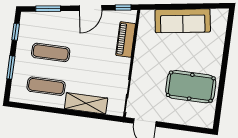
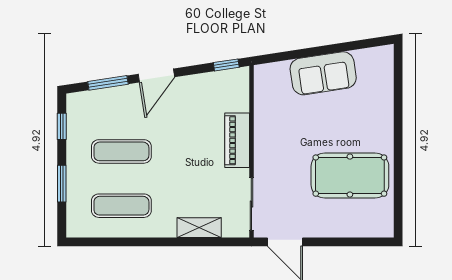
door: (91, 8) -> (156, 76), moved
sofa: (183, 21) -> (323, 73), width x0.73
piano: (126, 39) -> (237, 140), moved
shelving: (86, 103) -> (199, 228), width x0.67, depth x0.75

